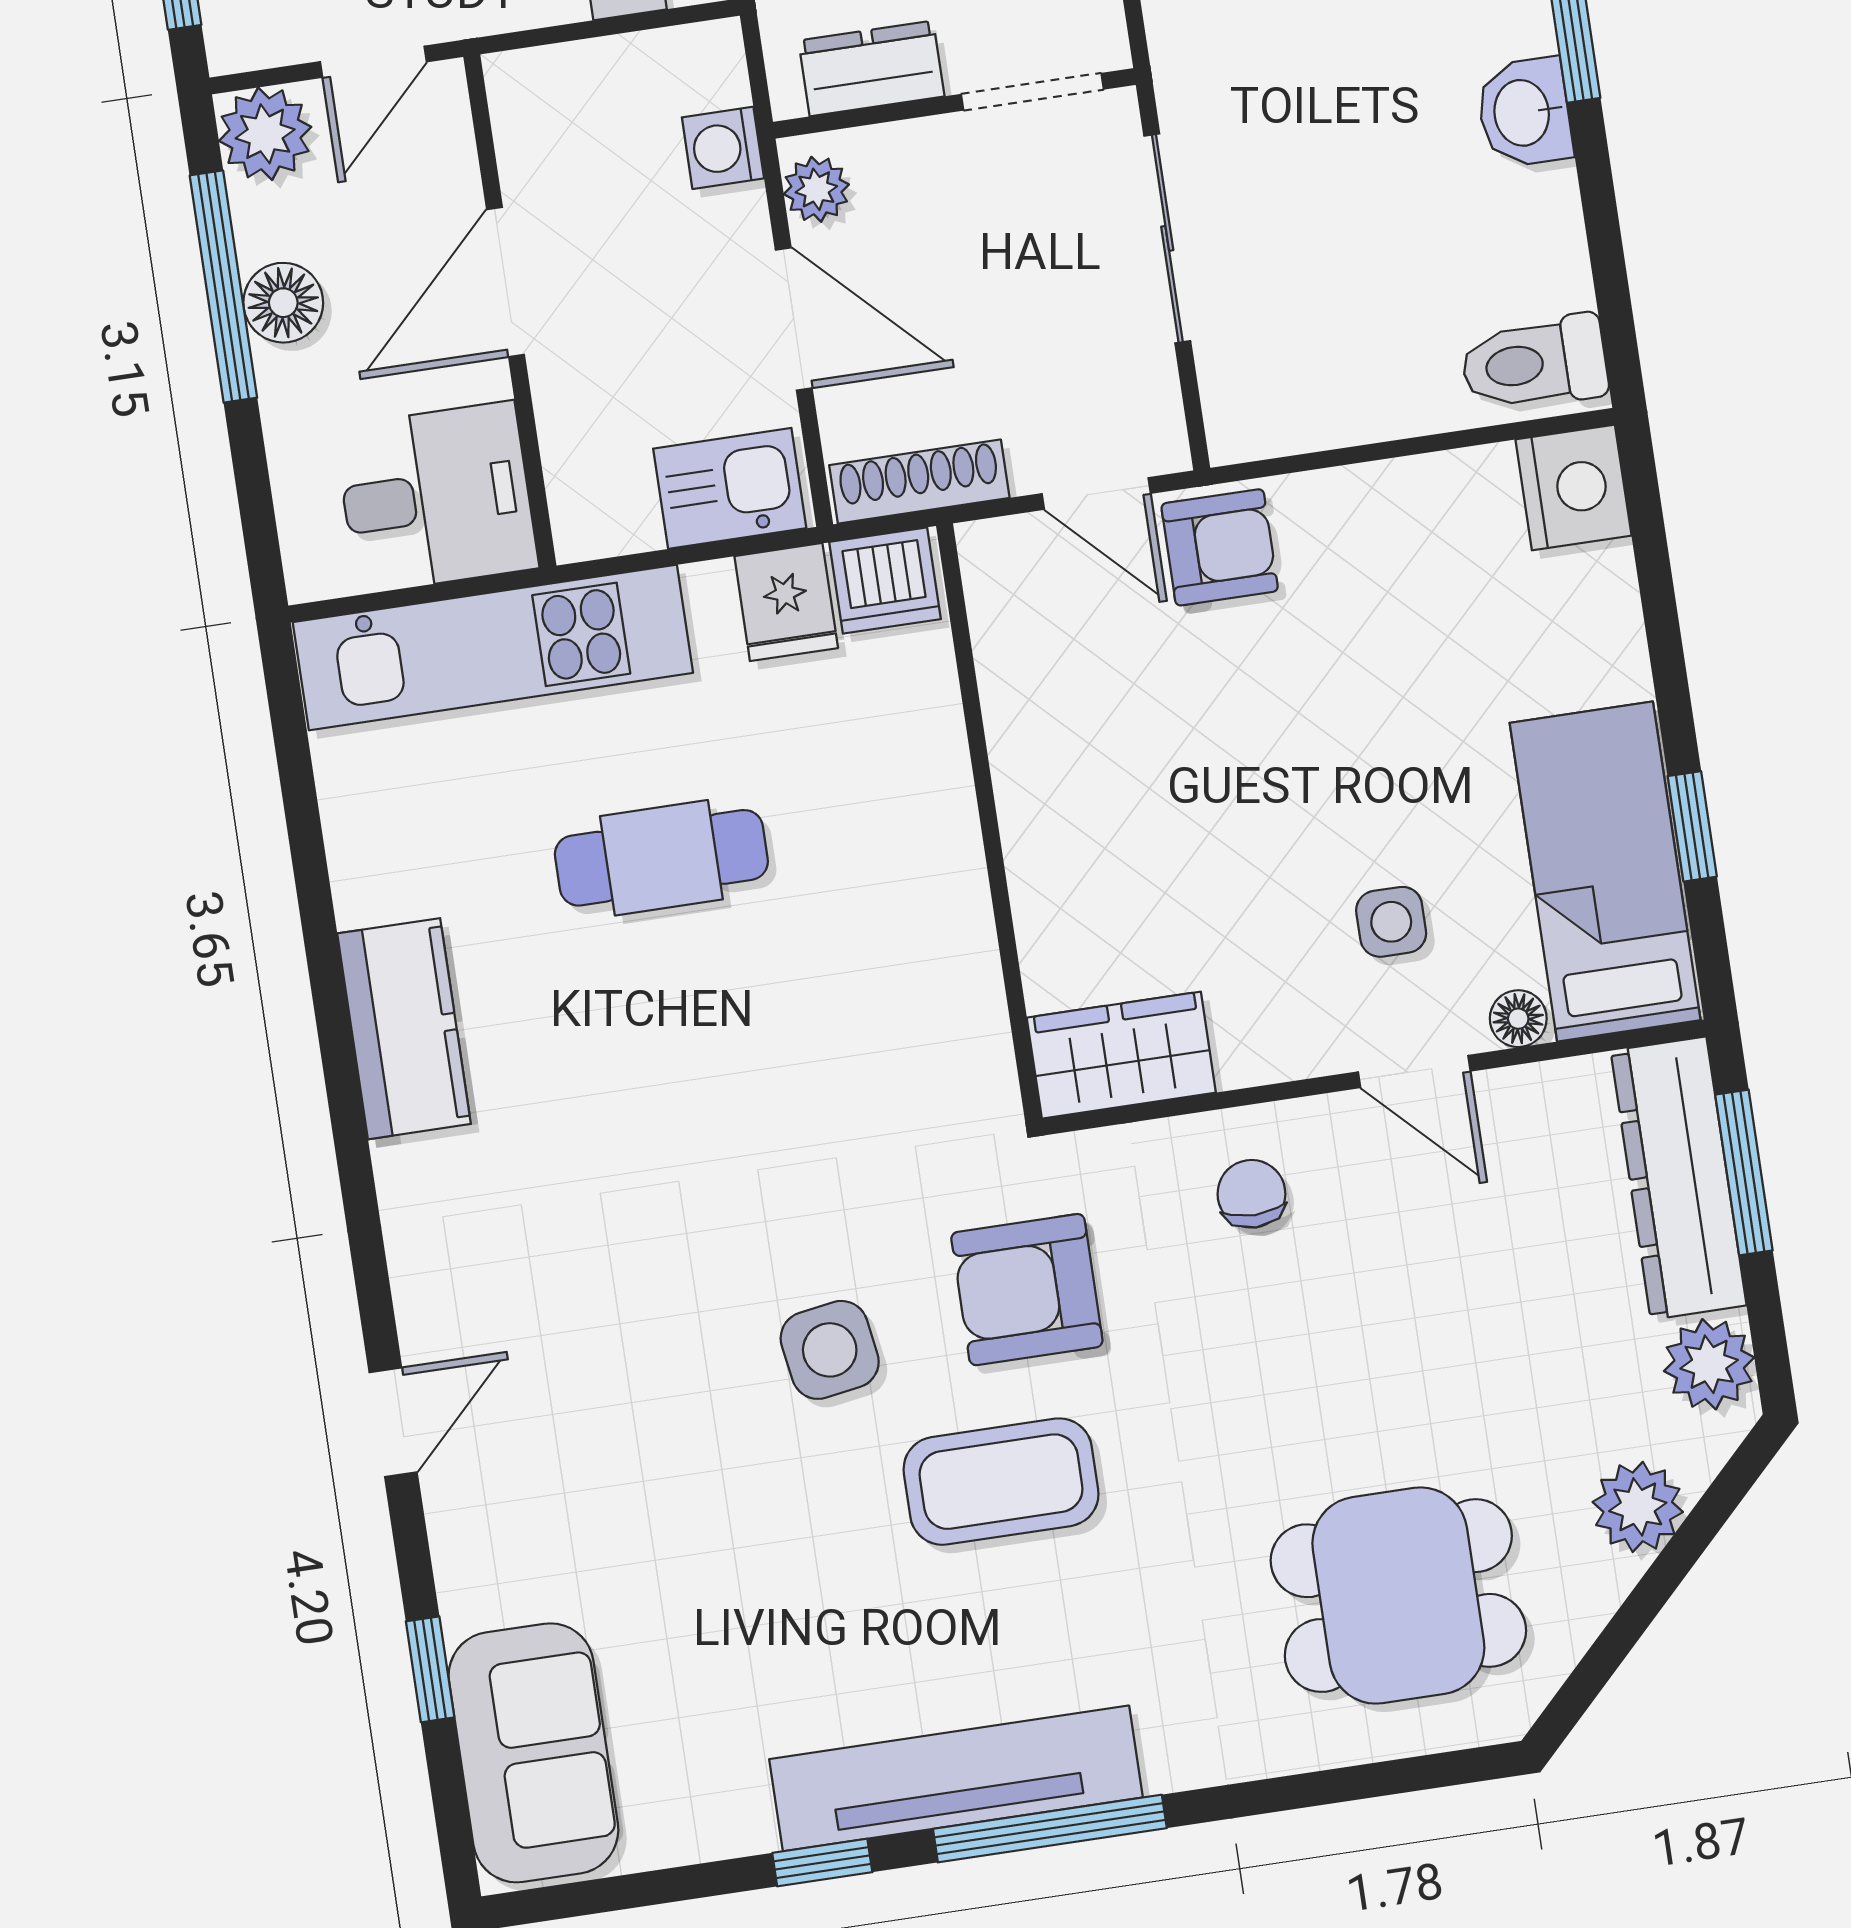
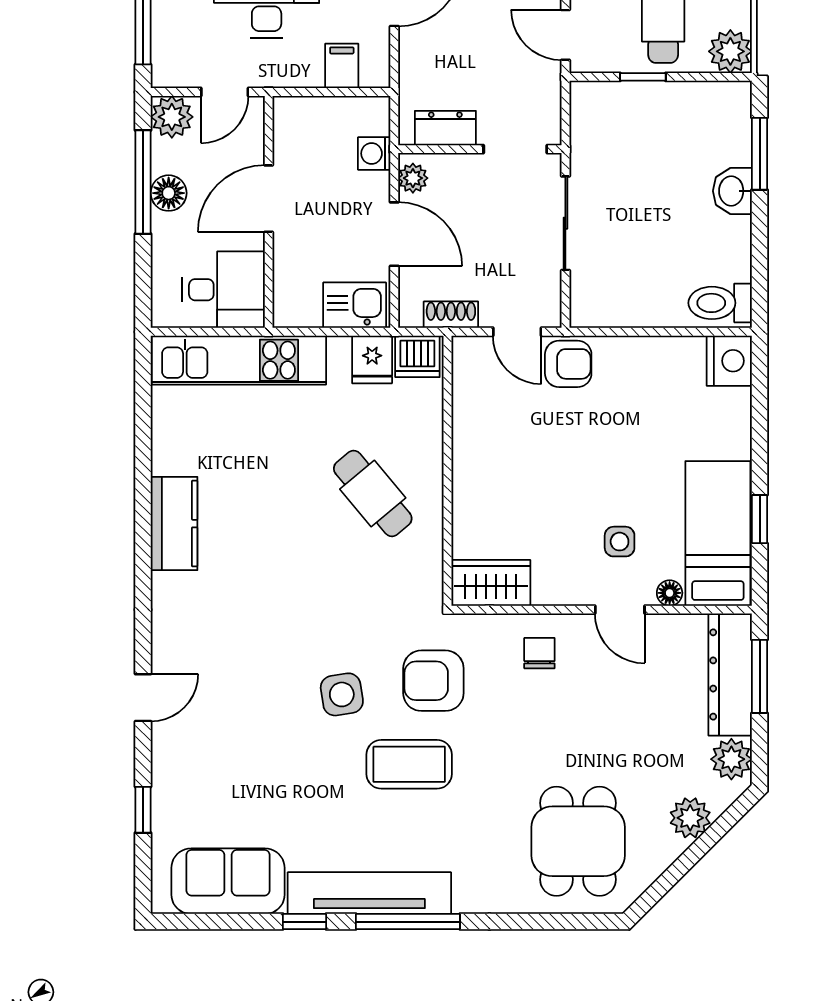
shoe rack: (919, 481) -> (451, 315), width x0.70
cafe table: (661, 858) -> (373, 494), moved, turned 50
dining table: (1398, 1596) -> (578, 841), turned 90
sofa: (533, 1753) -> (228, 881), moved, turned -90

